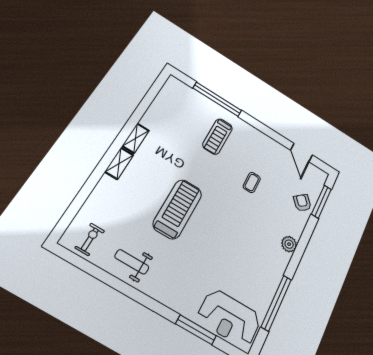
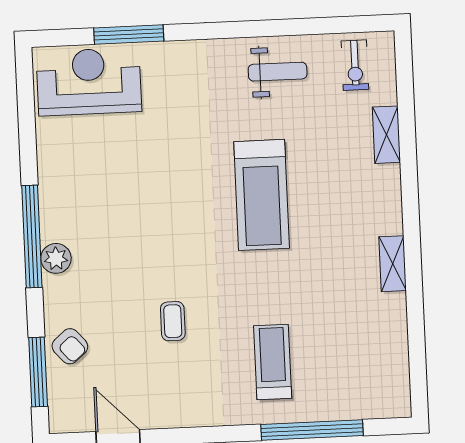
shelving: (119, 163) -> (386, 135), moved
window: (276, 303) -> (32, 237), moved

